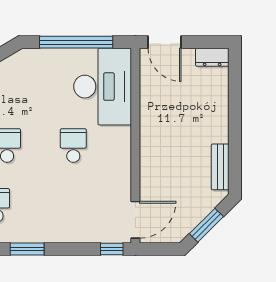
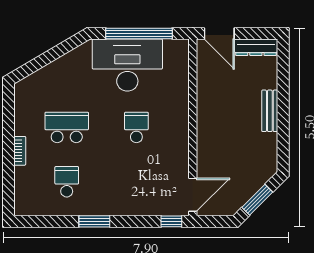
dresser: (212, 57) -> (256, 47), width x1.44
desk: (103, 87) -> (127, 65), moved, turned -90
bench: (220, 167) -> (270, 111), moved

